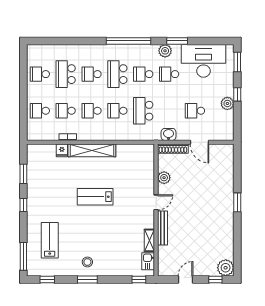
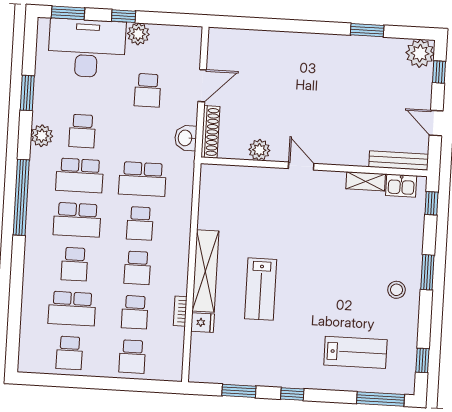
window: (177, 41) -> (27, 93), moved
desk: (203, 61) -> (87, 48), moved, turned 90
school desk: (143, 74) -> (80, 175), width x1.85
lab bench: (95, 197) -> (261, 289), moved
window: (237, 202) -> (367, 30), moved
bench: (163, 228) -> (399, 161), moved
lab bench: (50, 240) -> (355, 352), turned 180
window: (87, 279) -> (427, 272), moved

